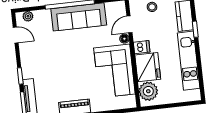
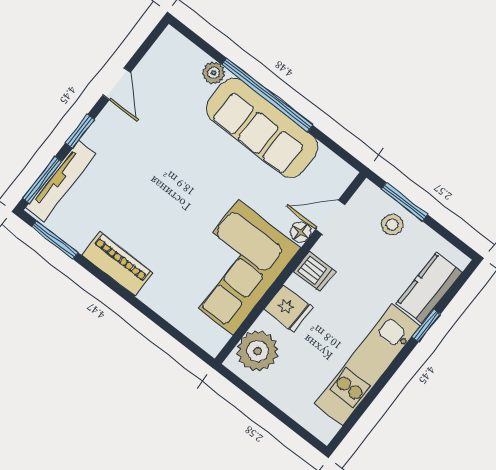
plant: (28, 16) -> (214, 73), moved
door: (16, 35) -> (117, 84), moved
fridge: (148, 67) -> (288, 308), width x0.53, depth x0.75

